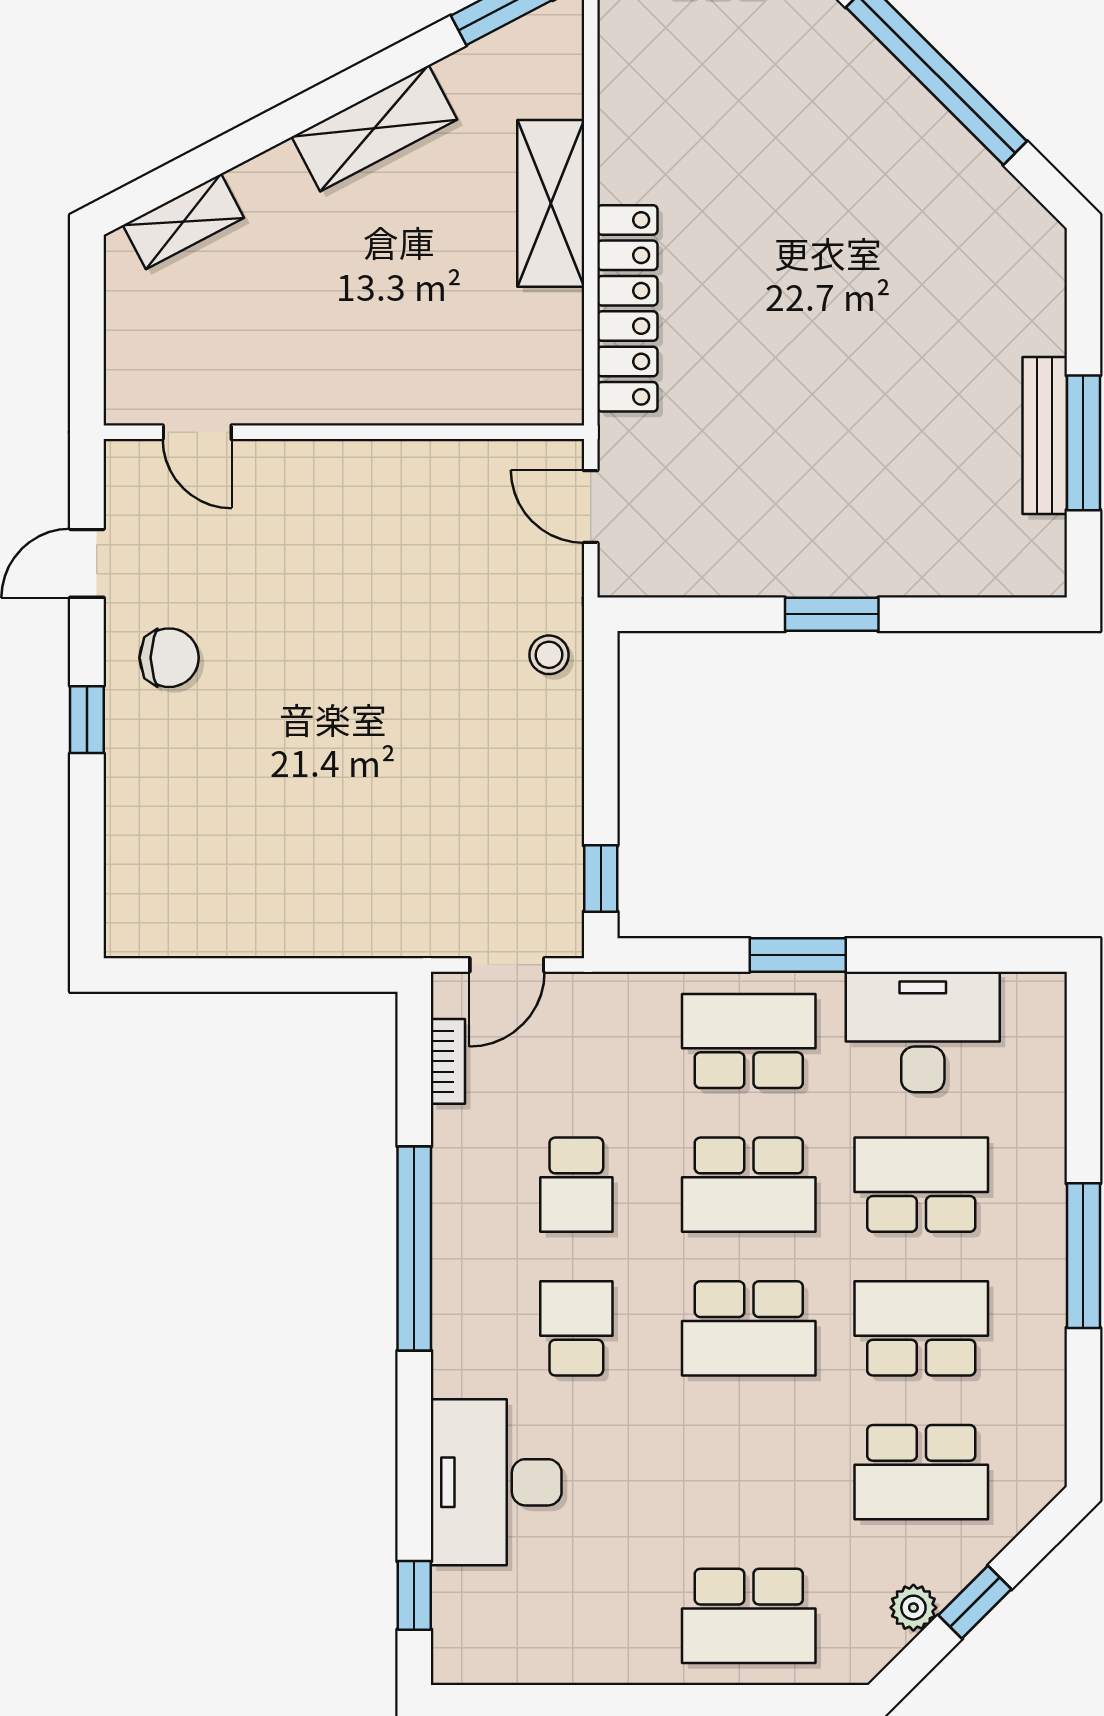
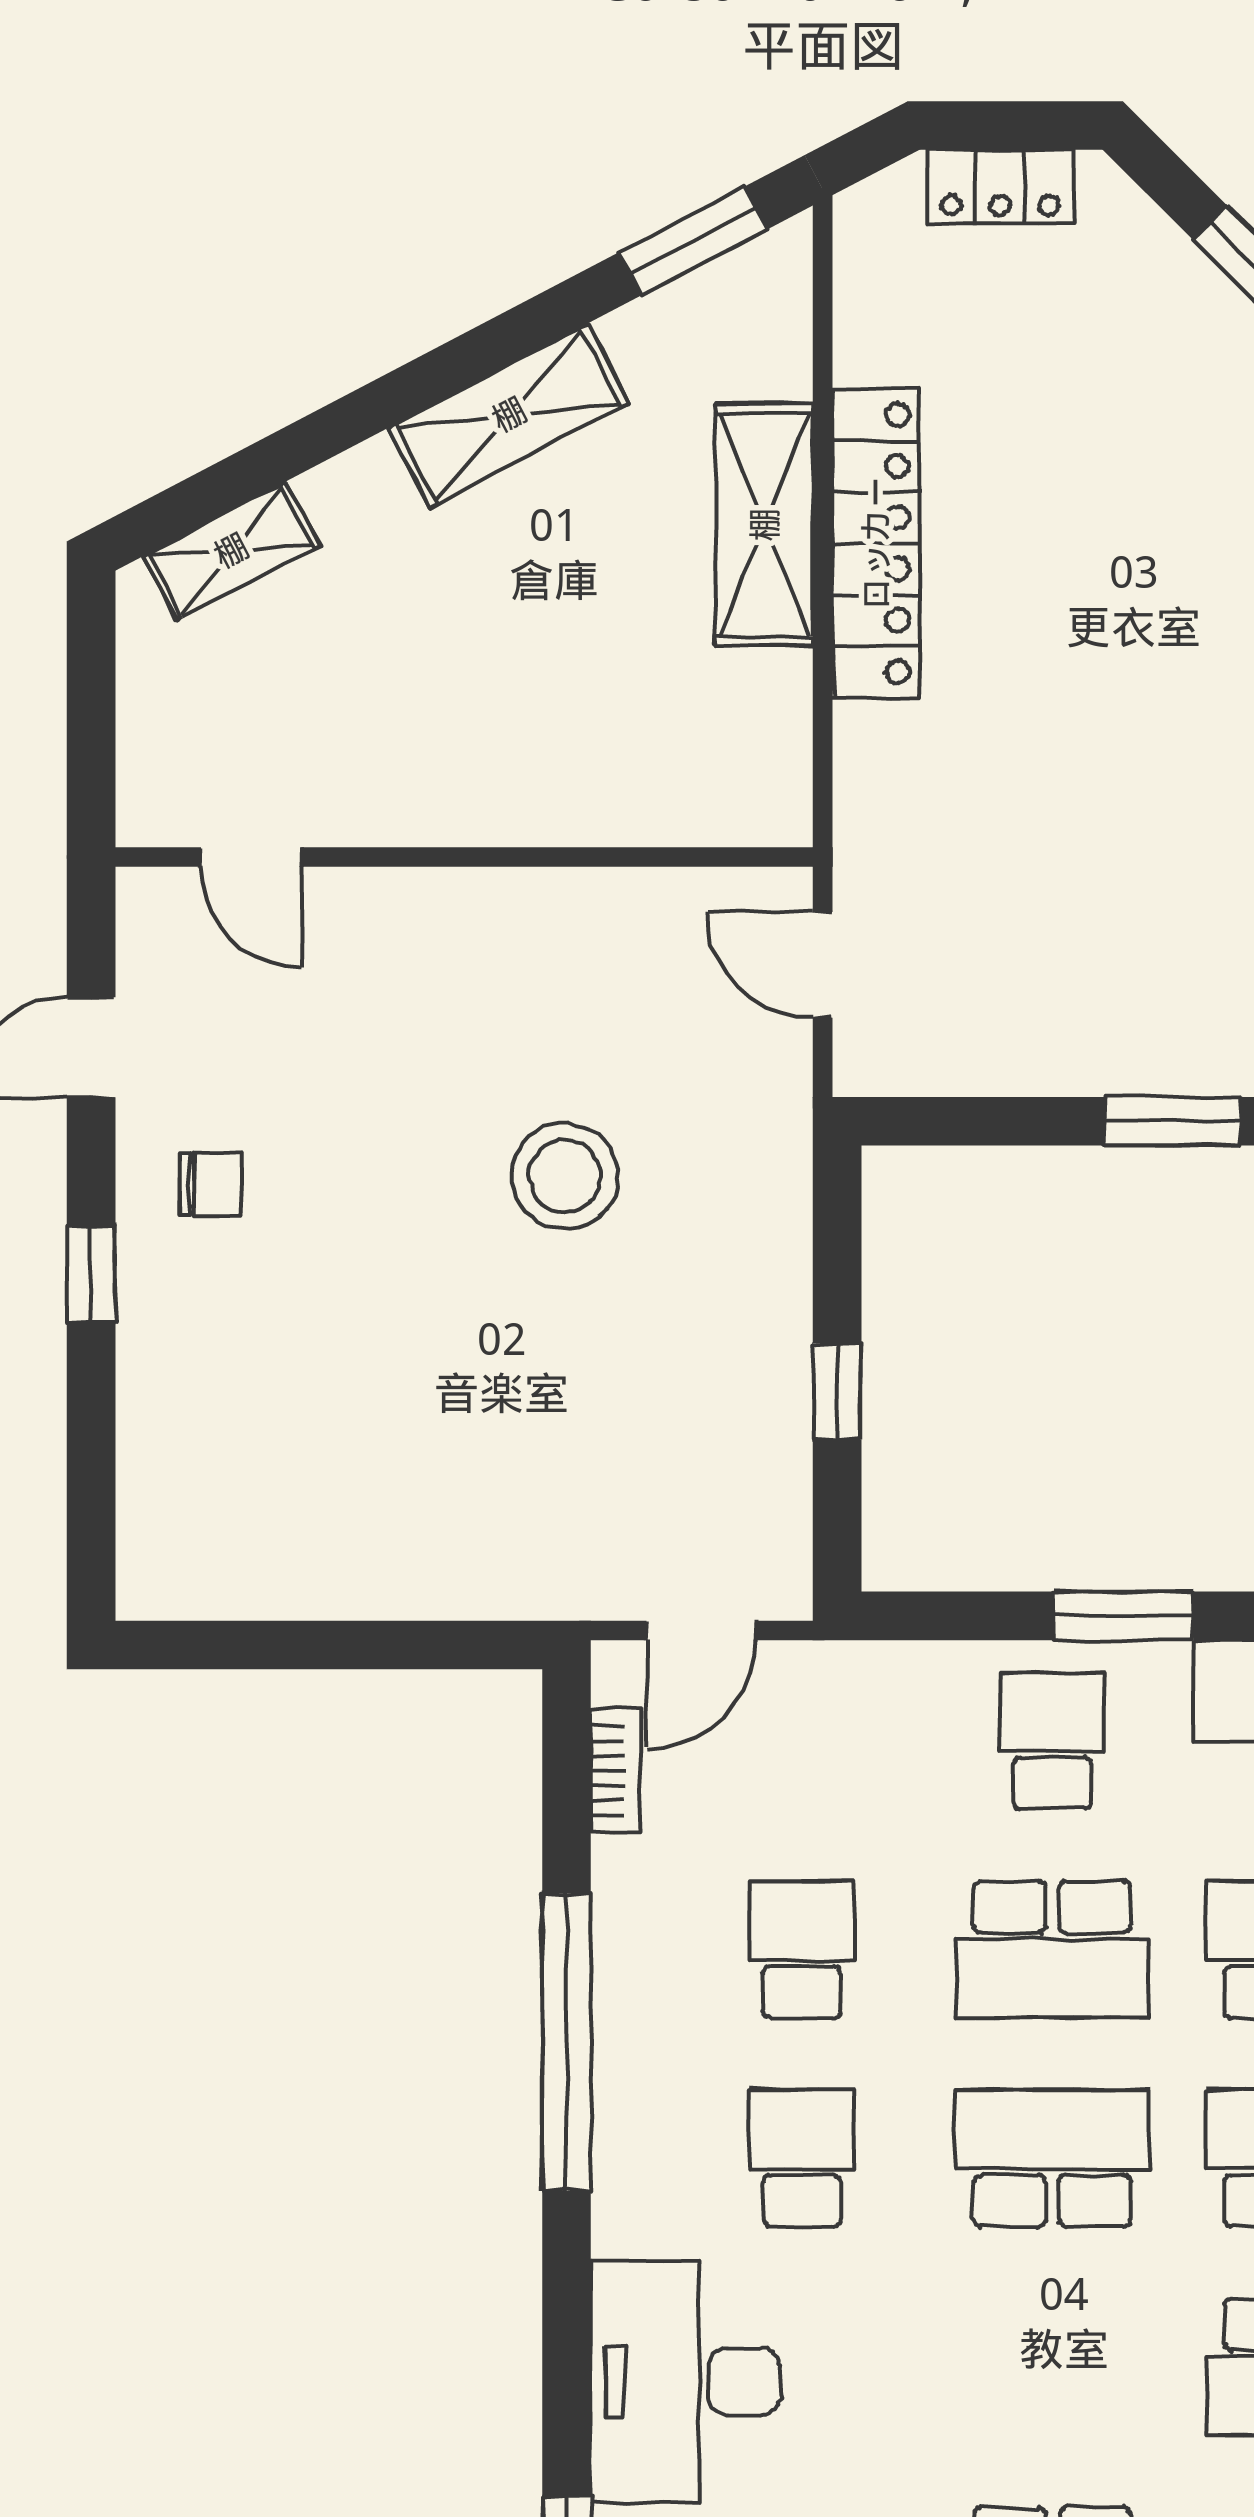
locker: (627, 308) -> (876, 543), moved
stool: (549, 655) -> (565, 1176), moved, width x1.89, depth x1.89
chair: (169, 658) -> (211, 1184), width x0.73, depth x0.73
window: (601, 879) -> (837, 1392), moved
school desk: (749, 1041) -> (1052, 1741), width x0.54
school desk: (576, 1185) -> (802, 1949), turned 180
school desk: (749, 1328) -> (1052, 2158), turned 180

